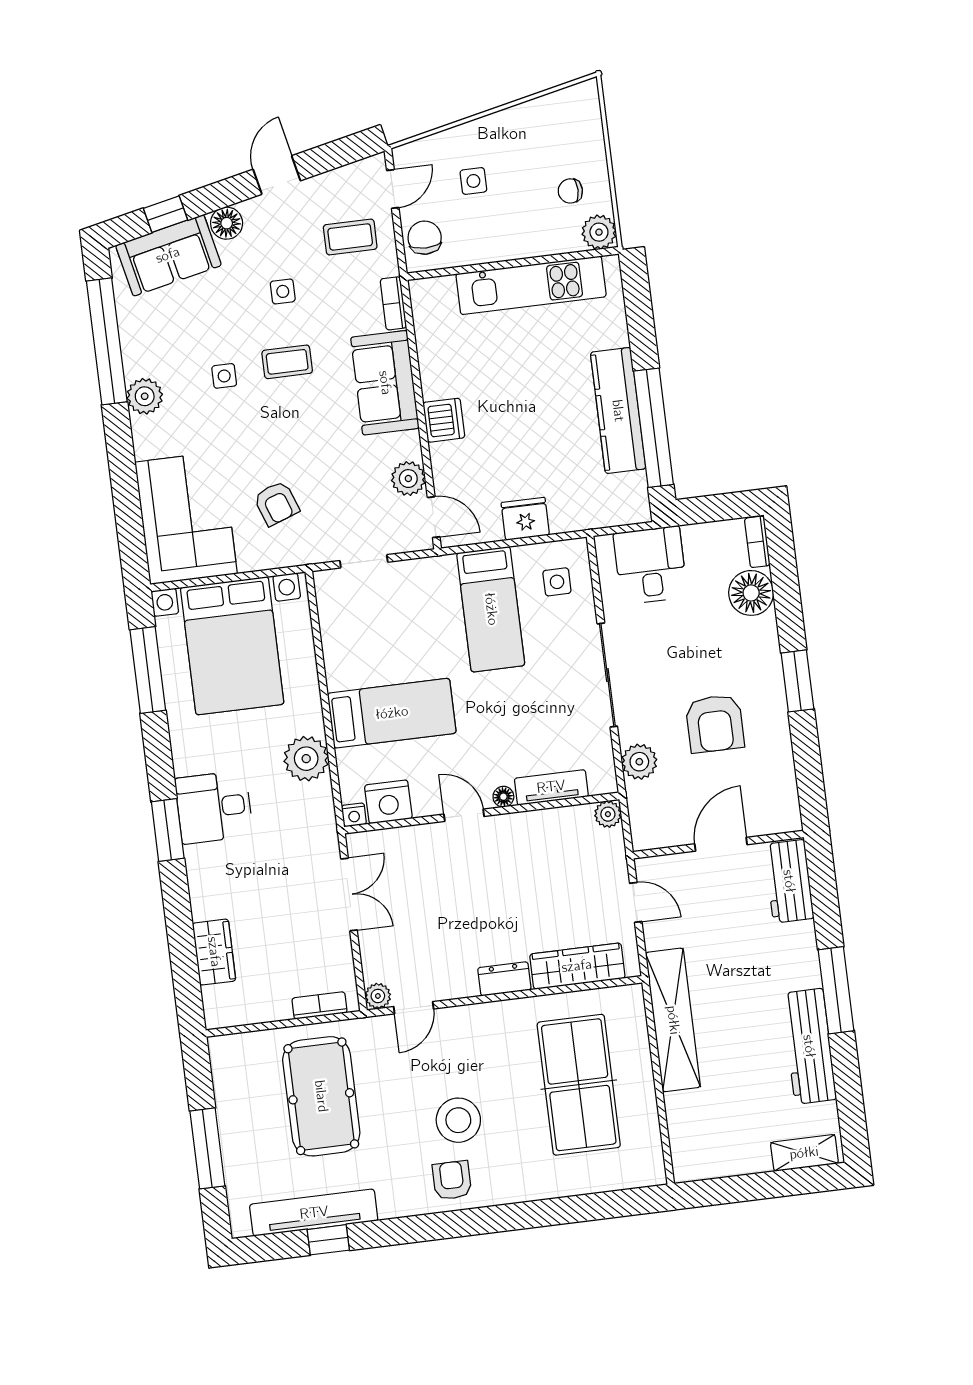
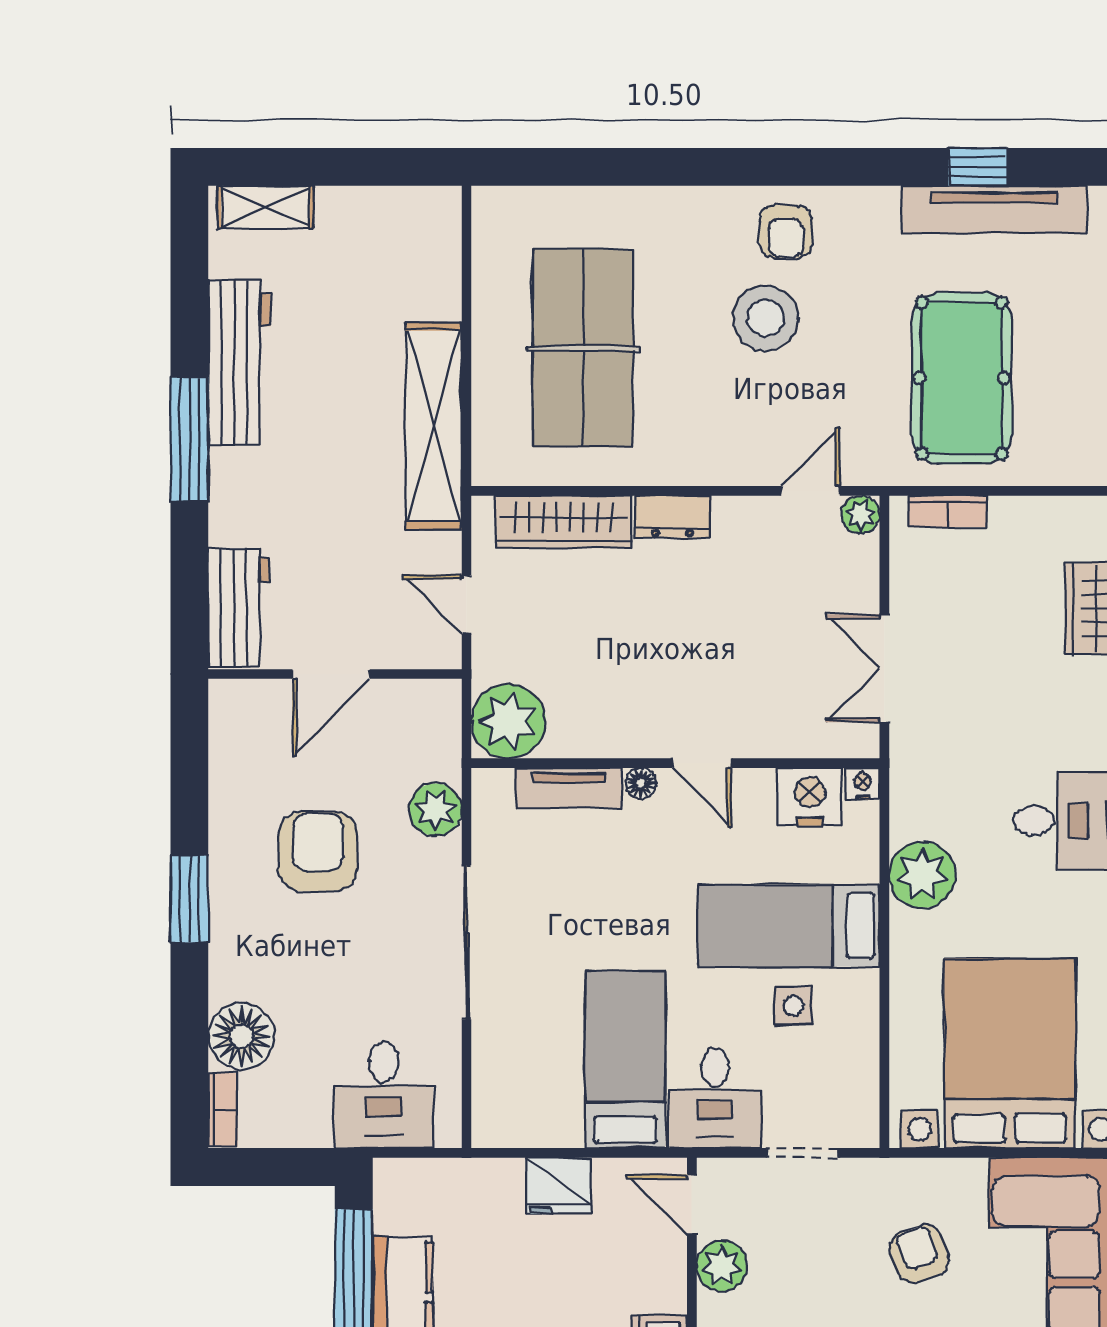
side table: (557, 582) -> (793, 1006), moved
desk: (427, 591) -> (715, 1098), added
plant: (608, 814) -> (508, 721), width x1.87, depth x1.87

